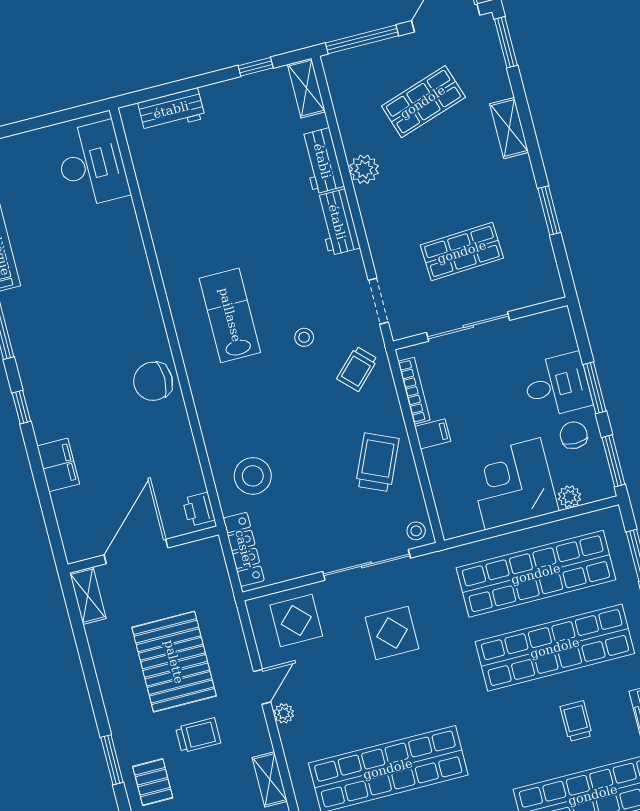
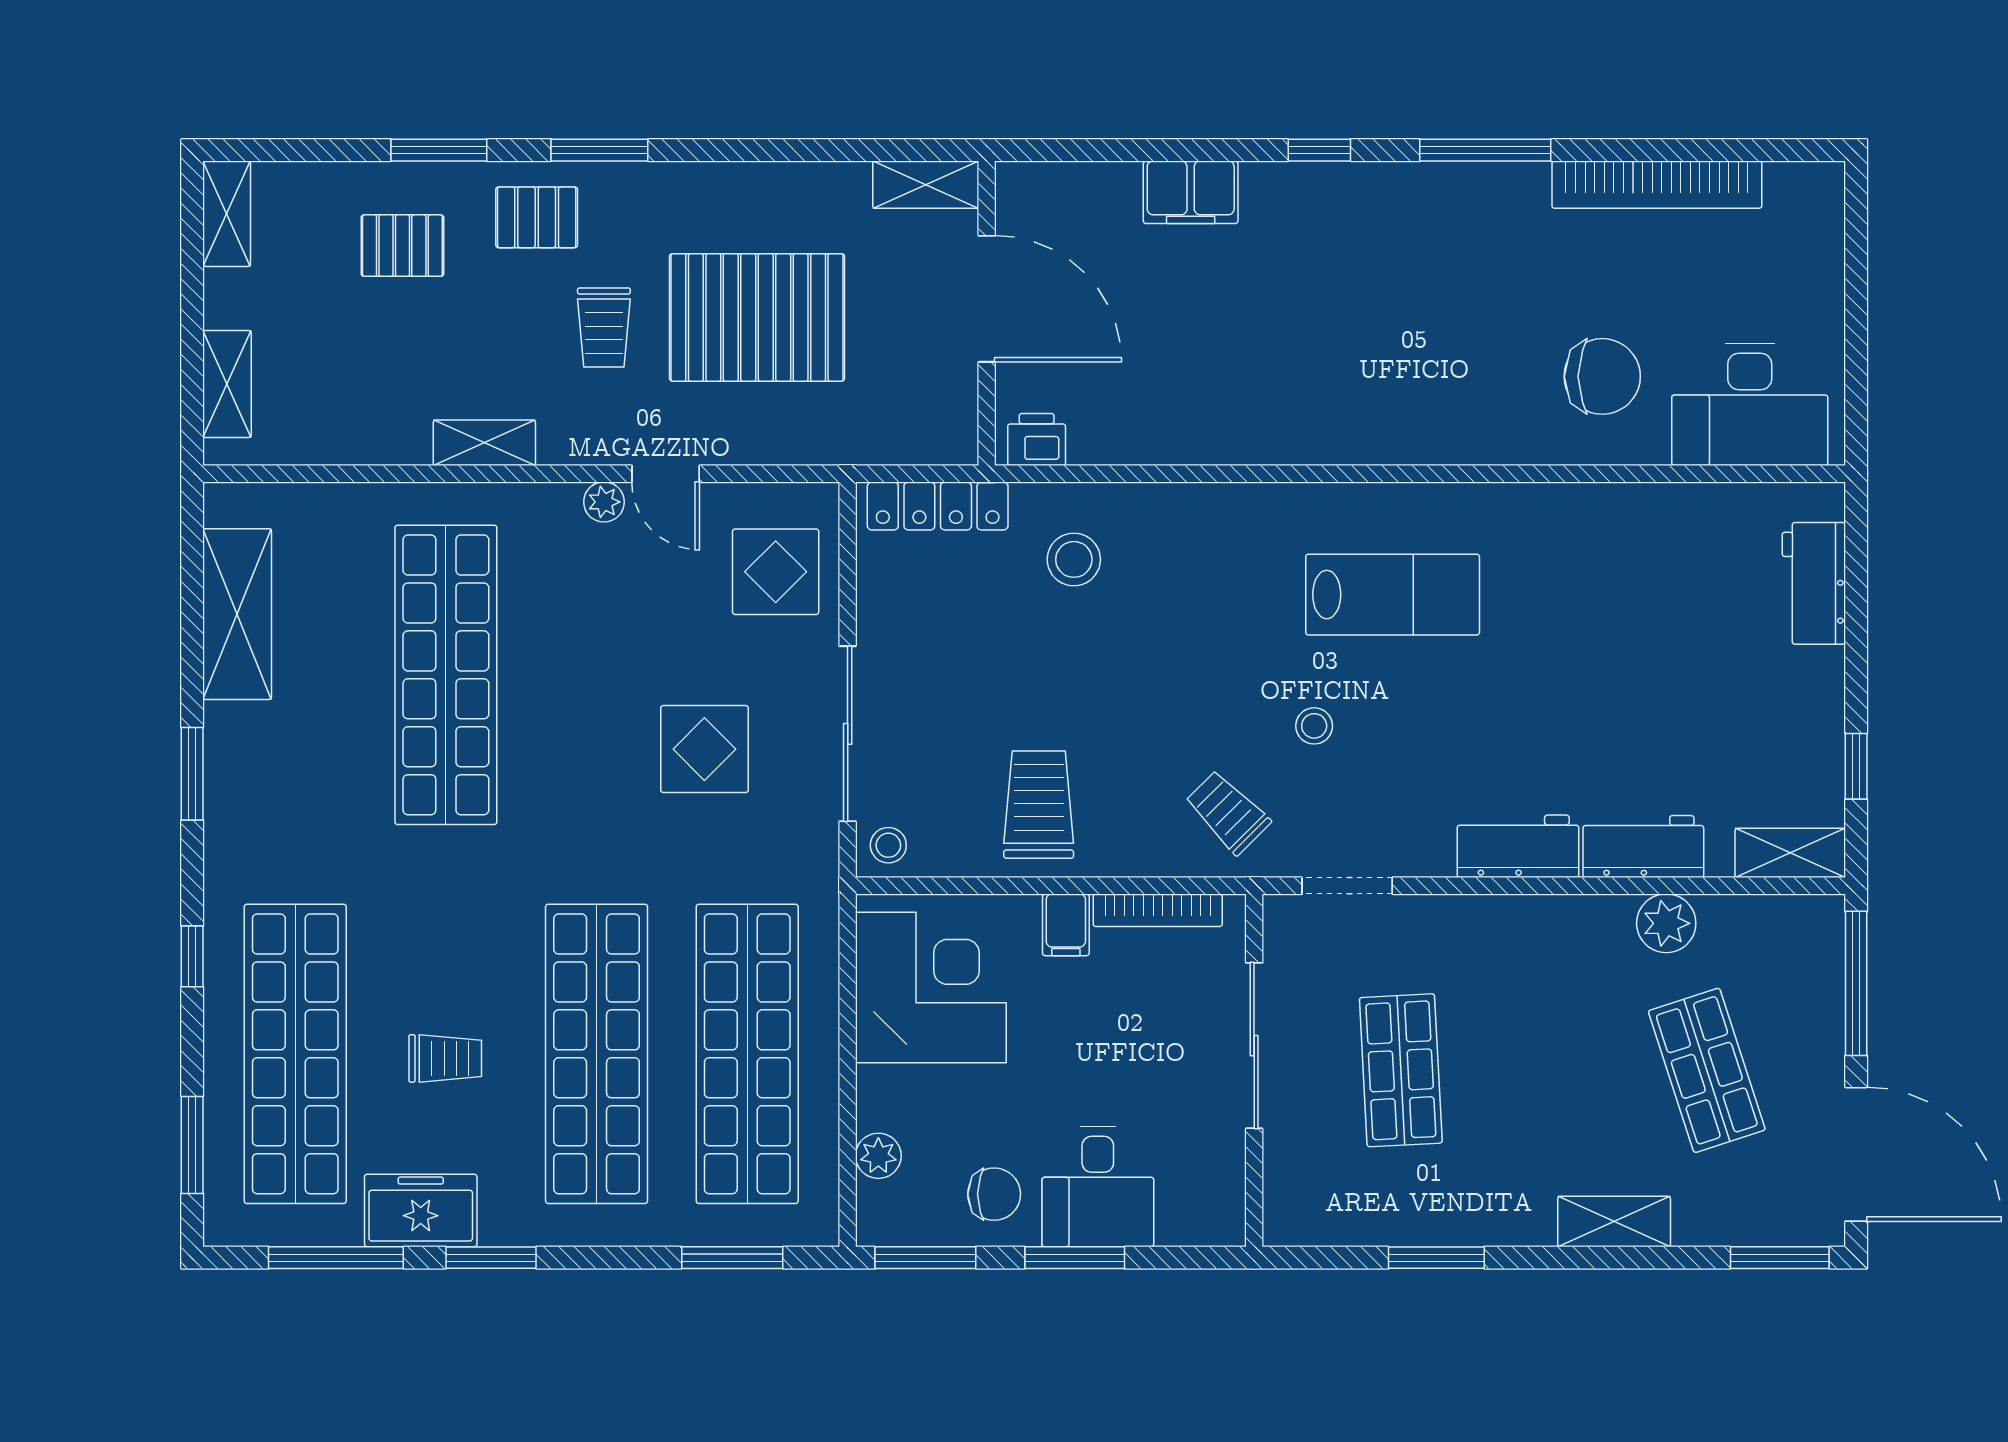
plant: (364, 169) -> (1666, 923), moved
chair: (153, 381) -> (1602, 376), moved, turned 90
trolley: (377, 462) -> (1039, 805), turned -114
stool: (253, 476) -> (1074, 559), width x0.73, depth x0.73
corner desk: (513, 484) -> (931, 987), moved

